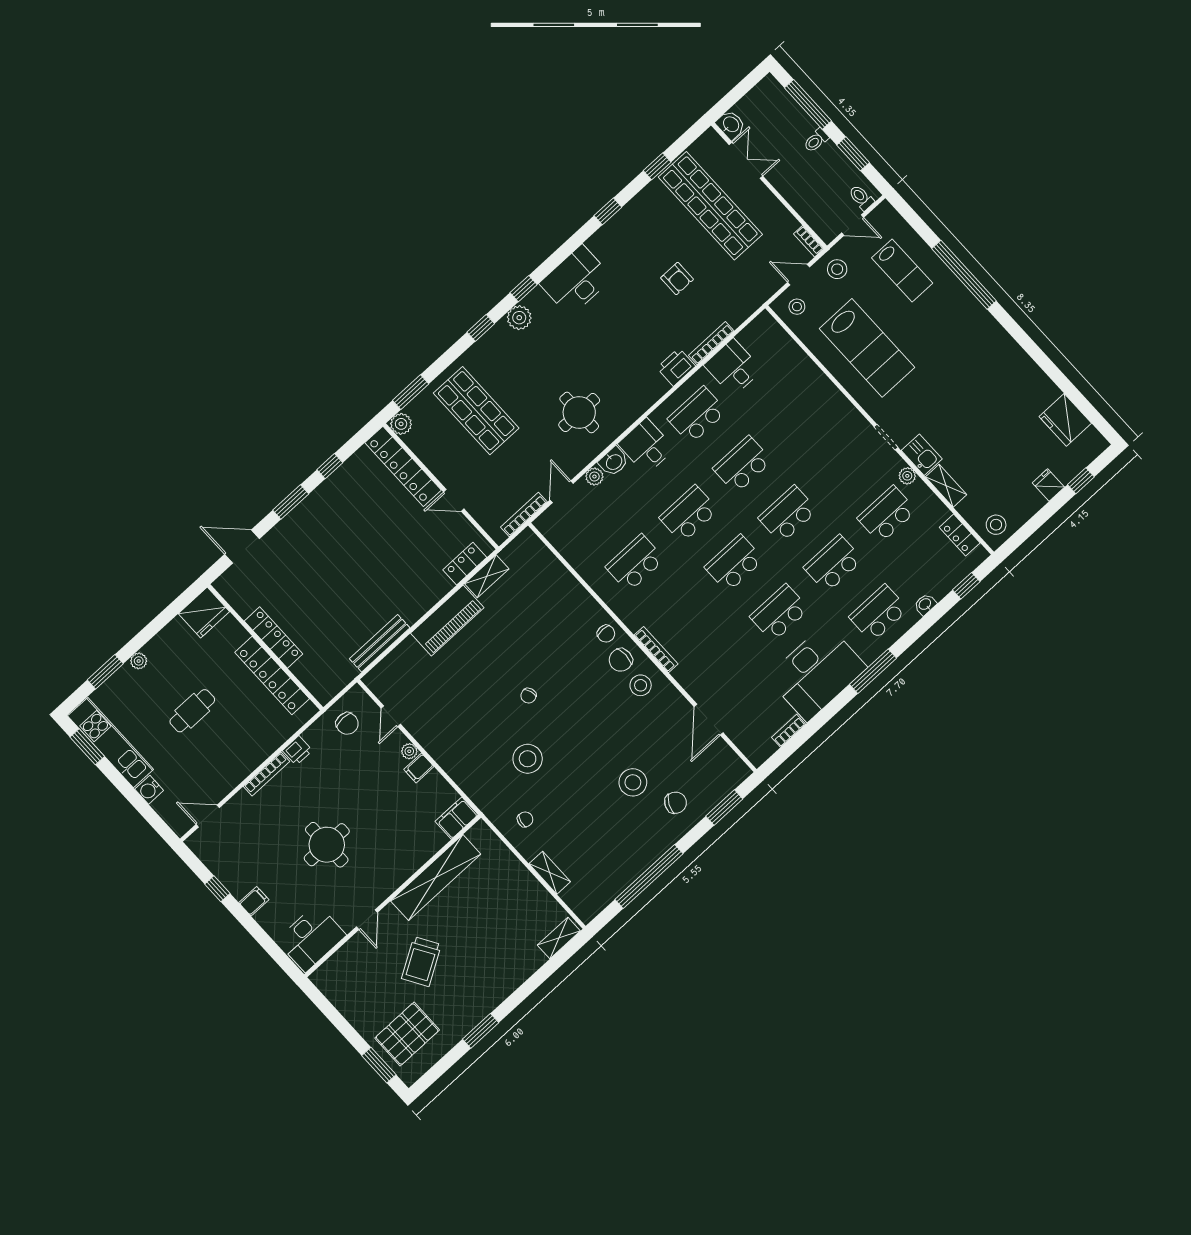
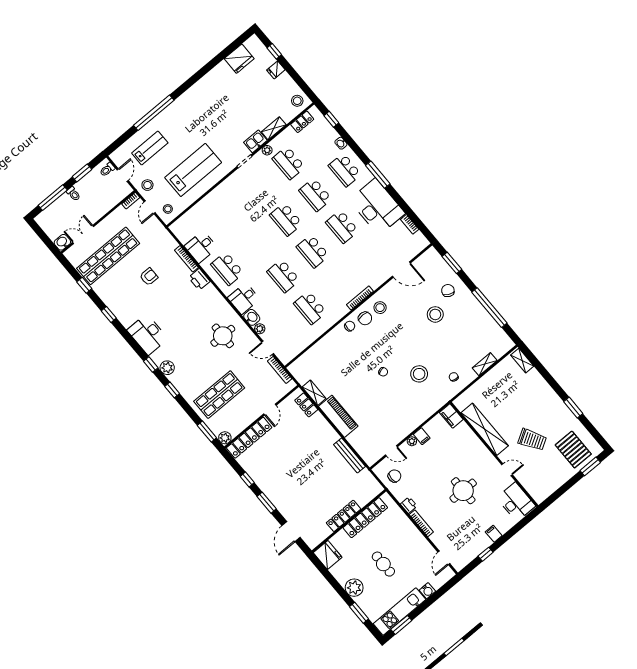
school desk: (742, 465) -> (257, 244), removed
plant: (139, 661) -> (354, 588), width x1.87, depth x1.87

